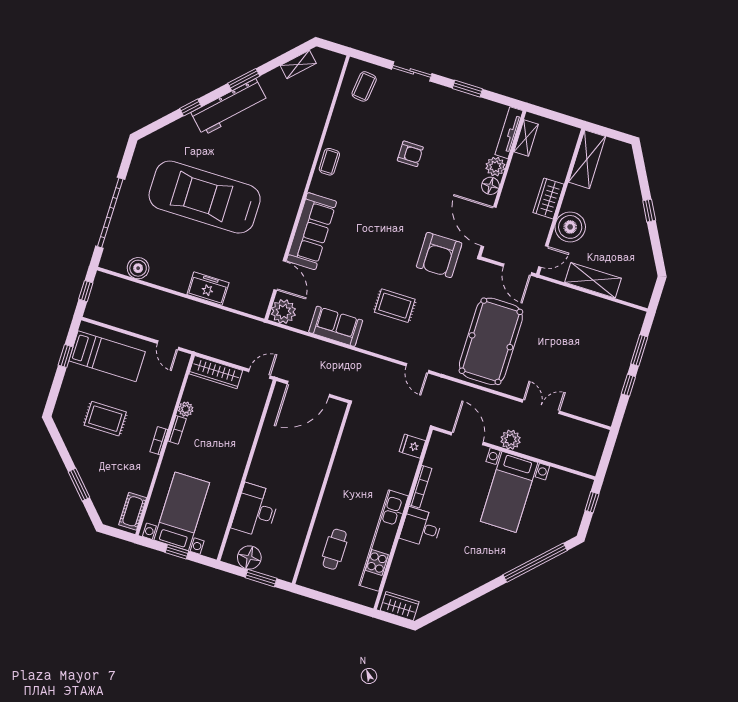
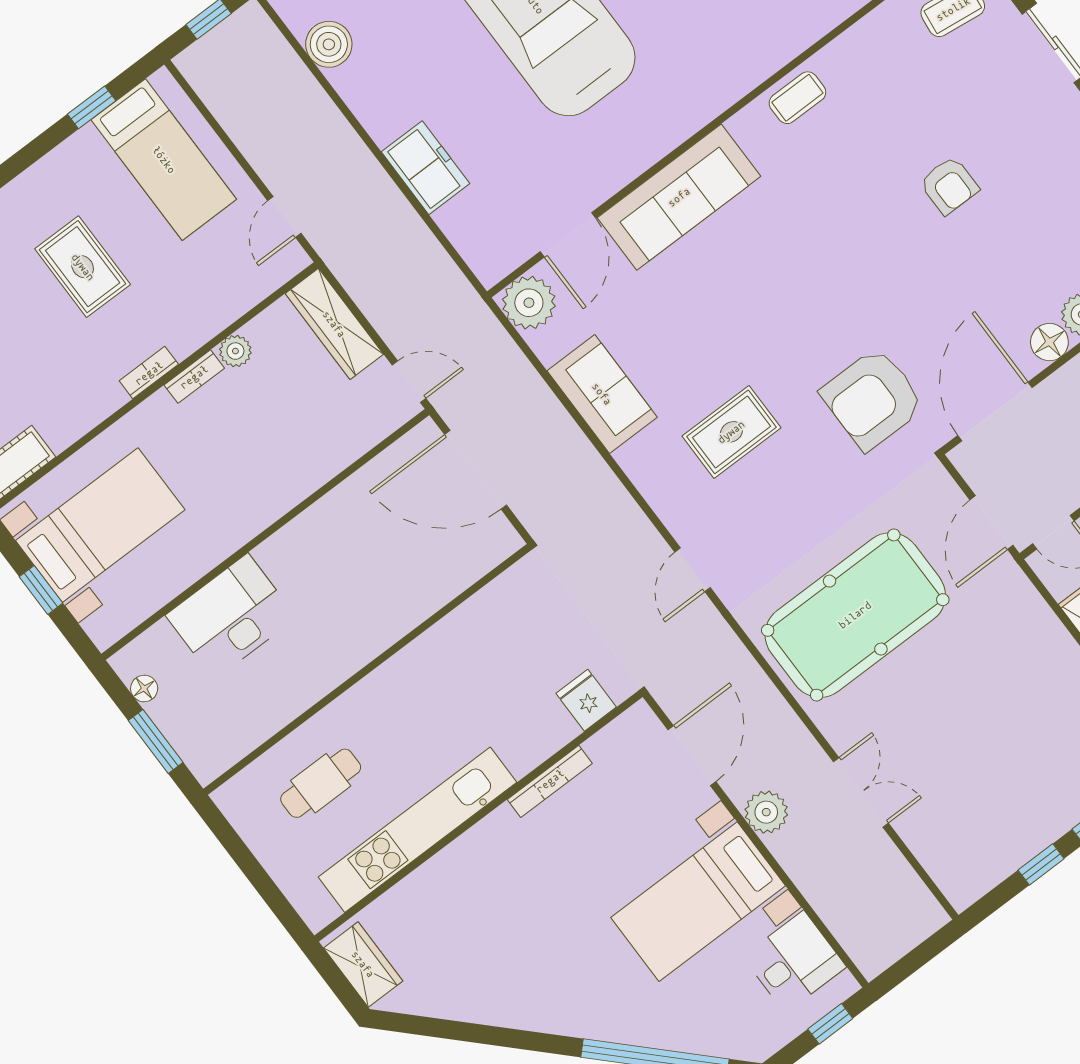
rug: (395, 306) -> (731, 432), turned 90
desk: (421, 528) -> (794, 962), moved, turned 90
floor lamp: (249, 557) -> (144, 688), width x0.53, depth x0.53

